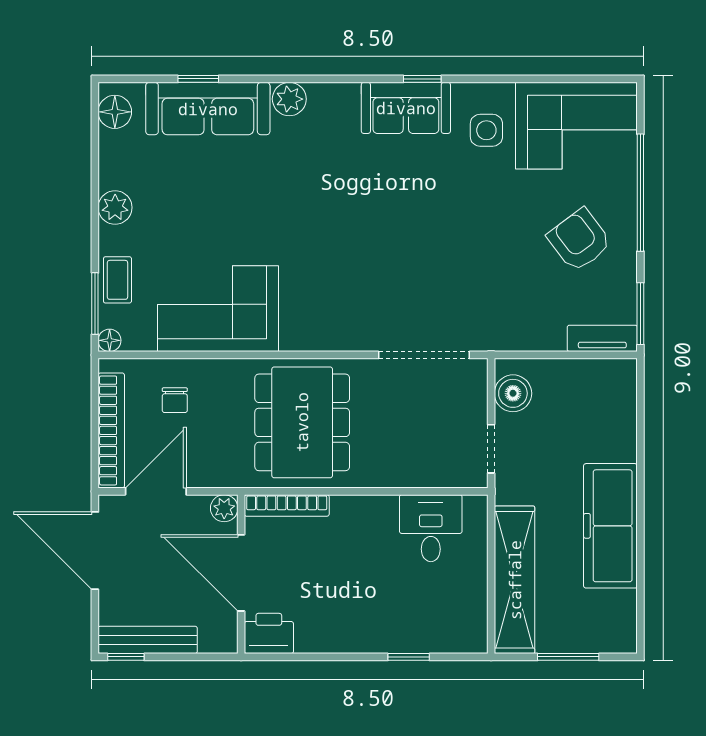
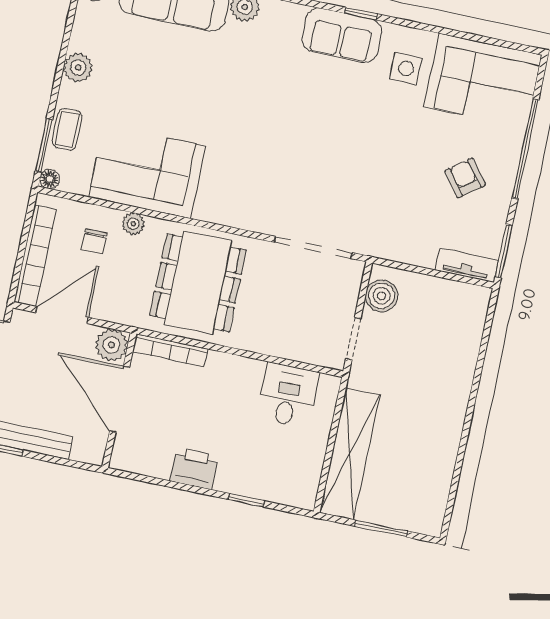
armchair: (579, 240) -> (465, 178), width x0.72, depth x0.72
plant: (215, 371) -> (133, 224), added
plant: (224, 508) -> (111, 345), width x1.38, depth x1.38
freezer: (610, 526) -> (440, 425), removed
printer: (269, 633) -> (194, 468), moved

